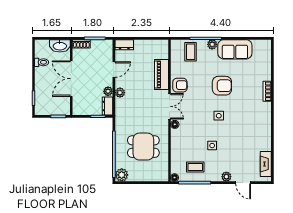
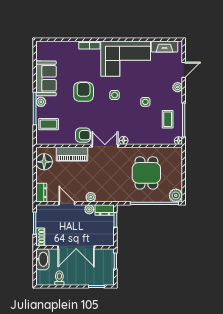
floor lamp: (154, 47) -> (44, 162), added
armchair: (180, 85) -> (83, 135), turned 91
corner sofa: (254, 126) -> (126, 59), added

